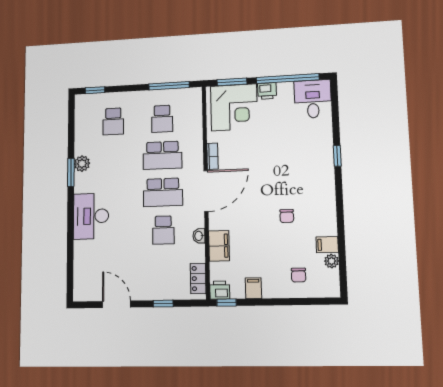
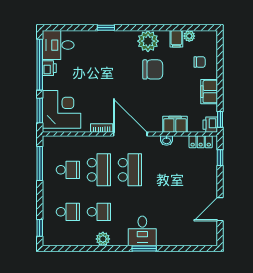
printer: (267, 91) -> (49, 68), moved
window: (71, 172) -> (144, 249), moved
plant: (323, 209) -> (148, 41), added
desk: (91, 216) -> (142, 231), width x0.73
chair: (287, 216) -> (153, 69), width x1.87, depth x1.87
school desk: (163, 230) -> (99, 212), moved
filing cabinet: (253, 288) -> (209, 92), width x2.00
window: (163, 304) -> (220, 158), moved

